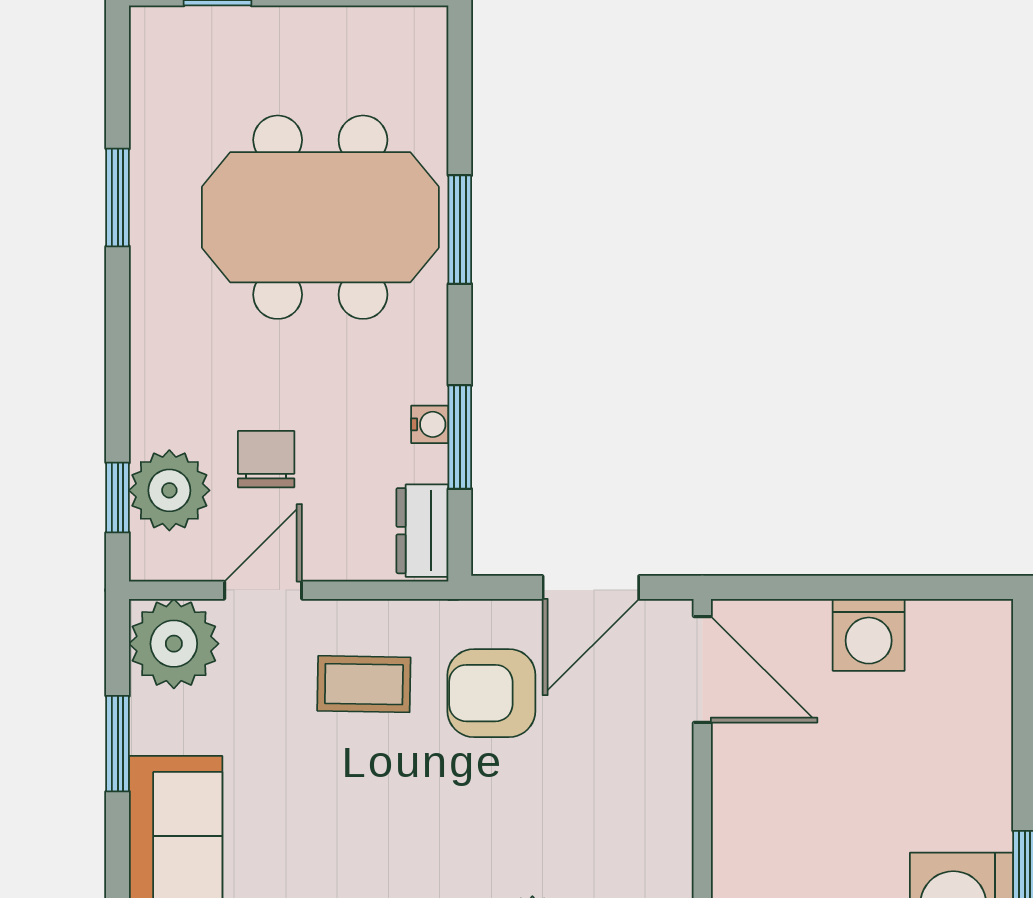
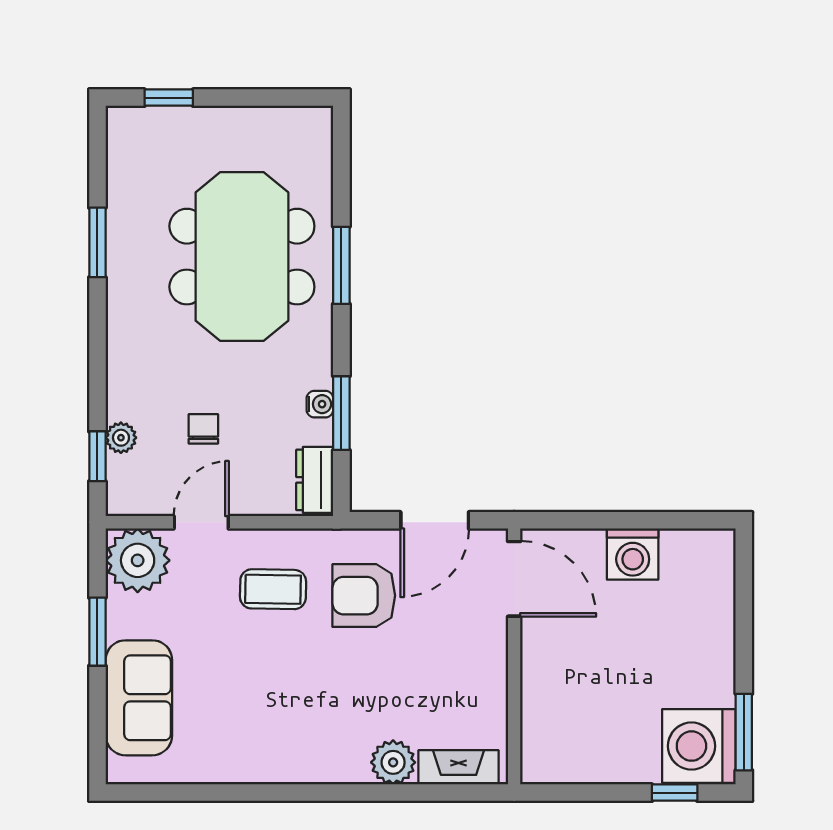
meeting table: (320, 217) -> (242, 257), turned 90
chair: (266, 459) -> (203, 429), width x0.73, depth x0.73
plant: (169, 490) -> (121, 438), width x0.53, depth x0.53

